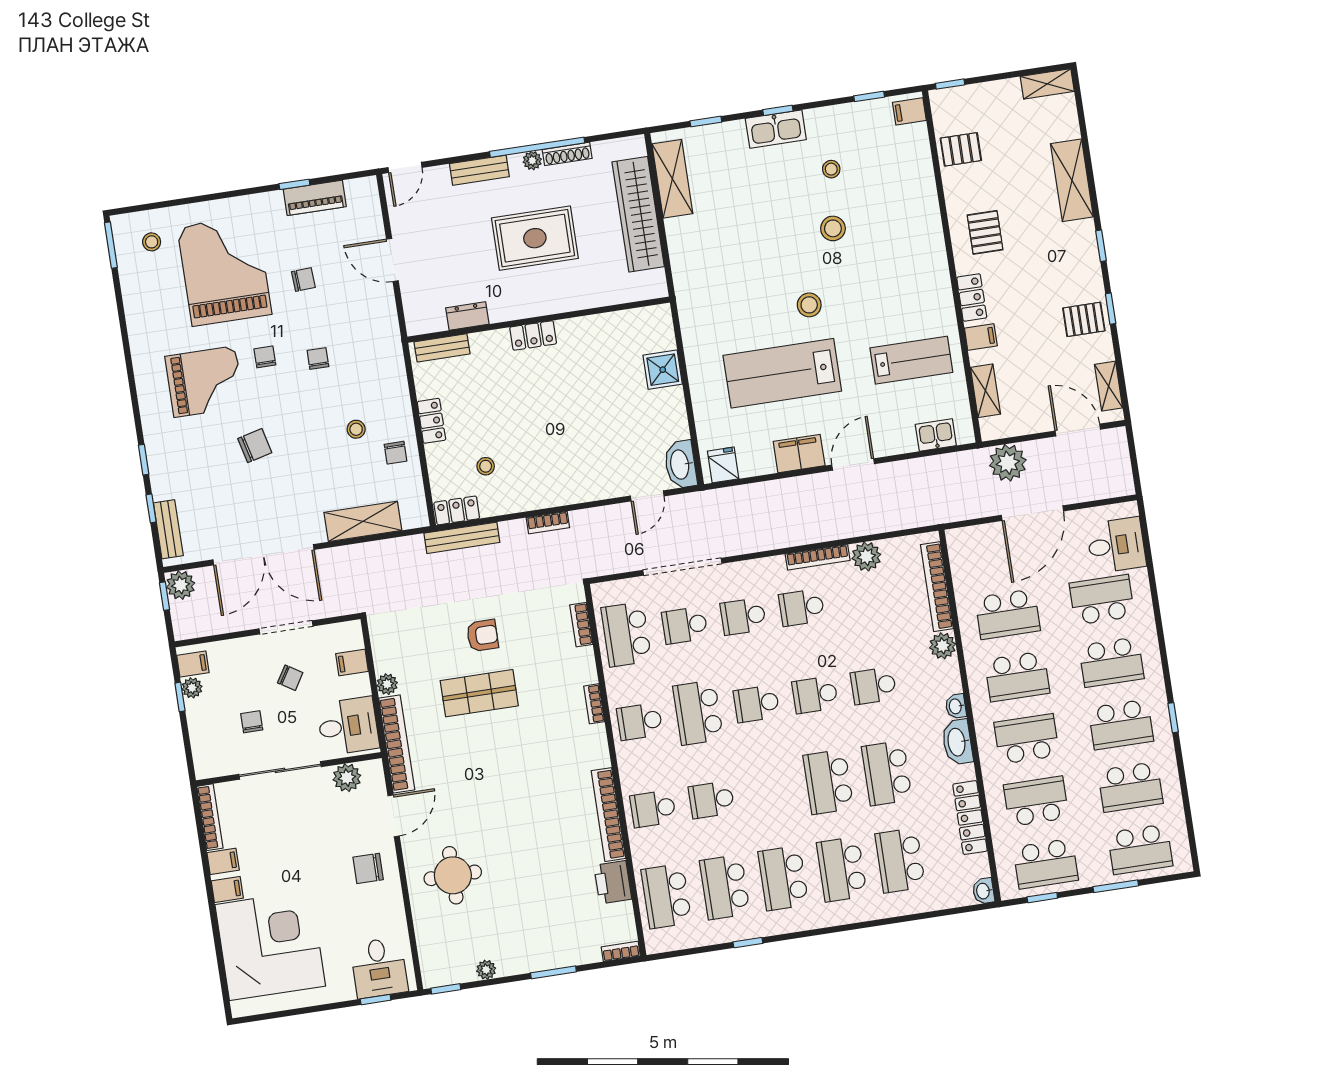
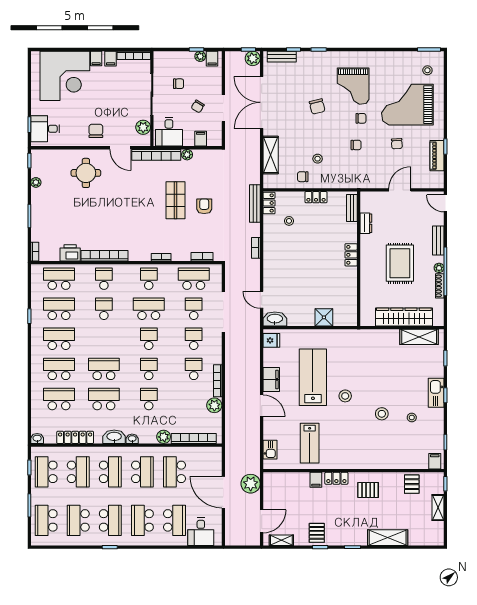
shelving: (1047, 84) -> (438, 508), moved
grand piano: (224, 271) -> (407, 105), turned 180
shelving: (985, 391) -> (288, 478), removed
armchair: (482, 635) -> (204, 206), turned 180
school desk: (1017, 677) -> (142, 472), turned 180
school desk: (1121, 724) -> (110, 520), turned 180

